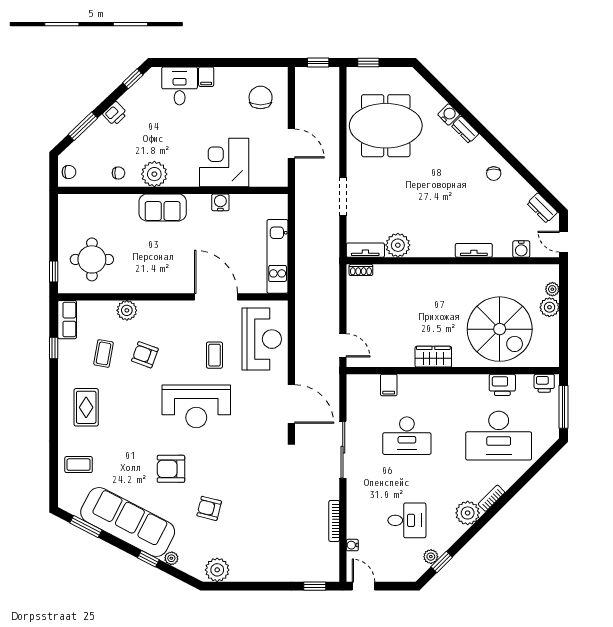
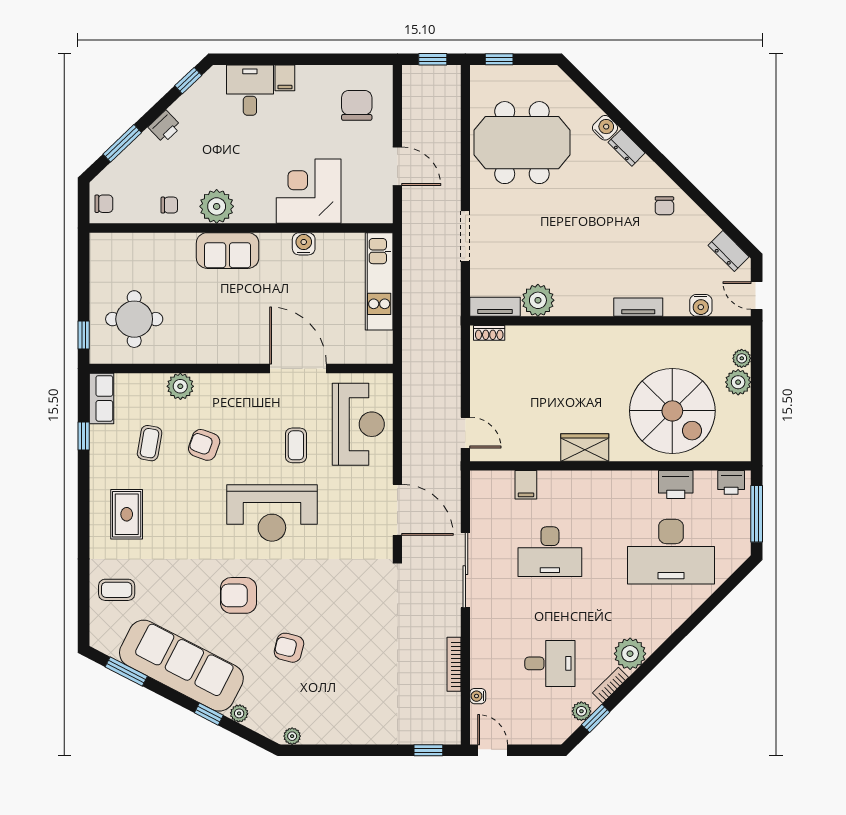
kitchen unit: (278, 256) -> (379, 281), moved
bookcase: (491, 498) -> (611, 685), moved
plant: (217, 570) -> (292, 736), width x0.53, depth x0.53

